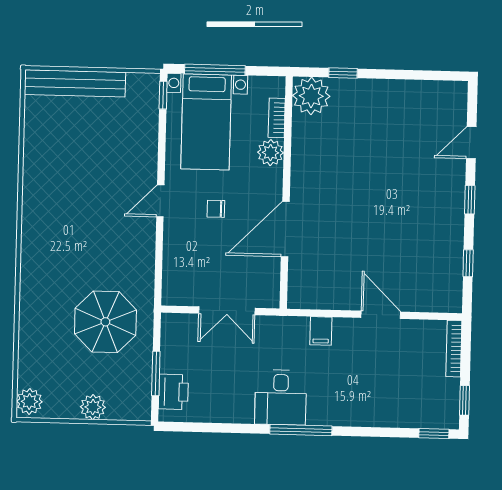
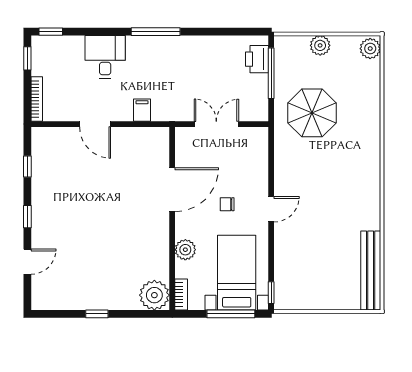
window: (343, 73) -> (97, 314), moved
bench: (75, 83) -> (371, 270), moved, turned 90
bookcase: (277, 118) -> (181, 294), moved
chair: (216, 209) -> (227, 204), turned 180
window: (156, 373) -> (271, 73), width x1.44
desk: (281, 397) -> (105, 57), moved

